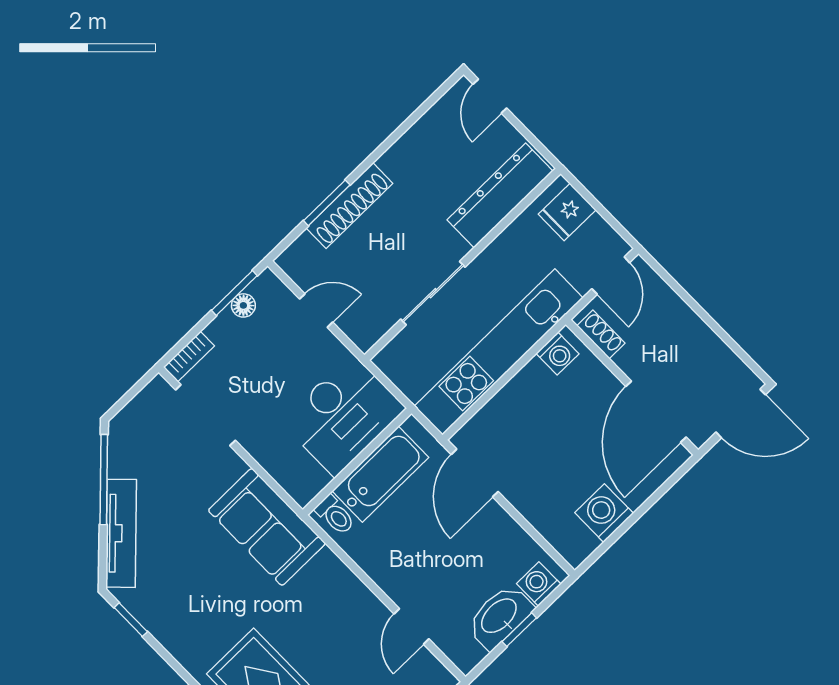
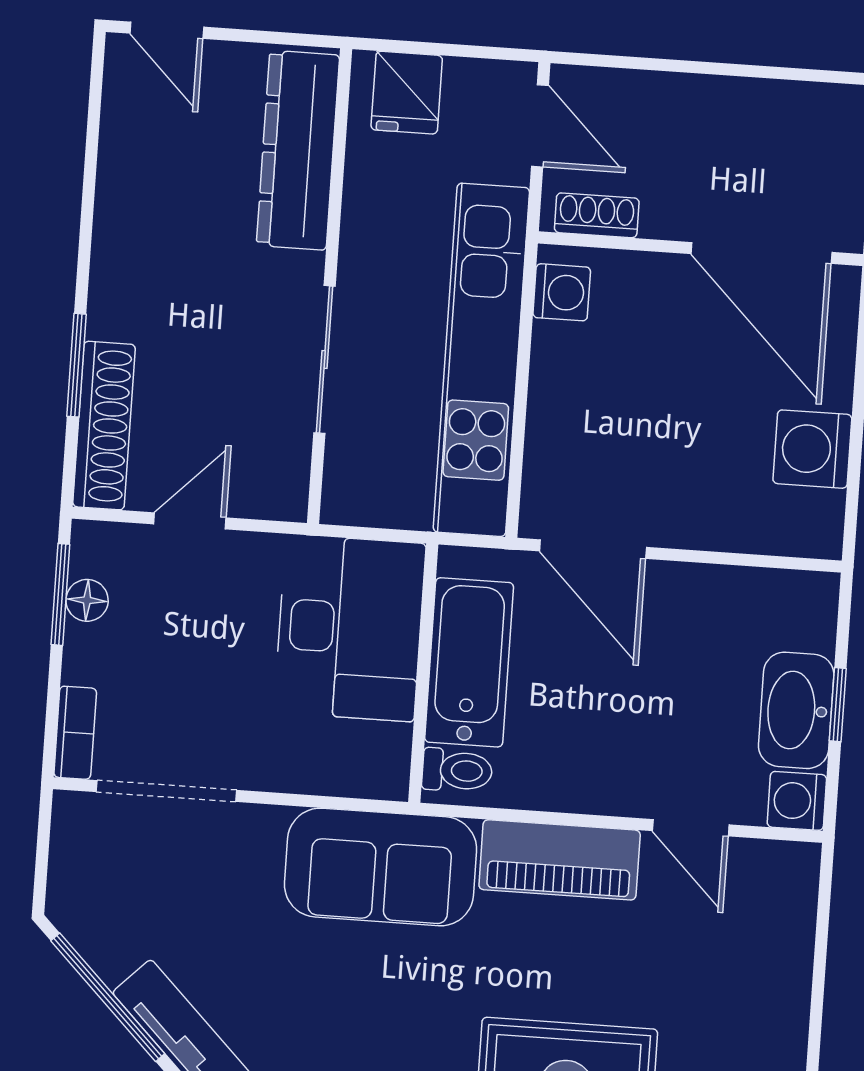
shoe rack: (349, 206) -> (104, 426), moved
washing machine: (539, 584) -> (797, 801), moved
piano: (345, 591) -> (560, 860), added

